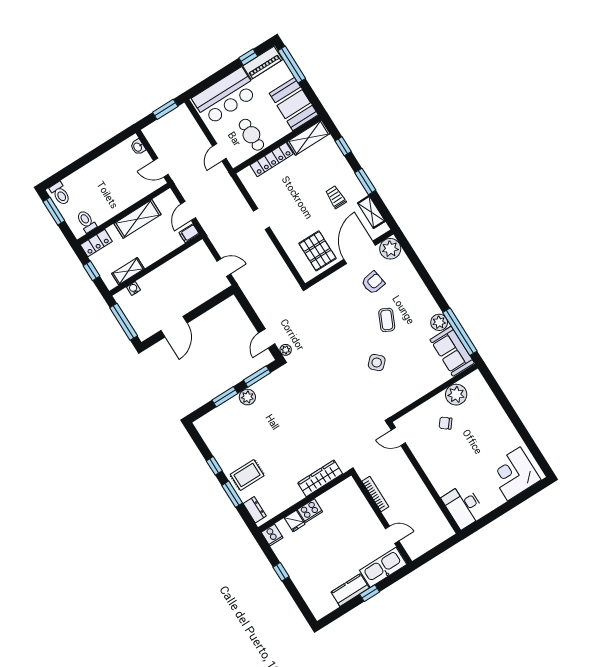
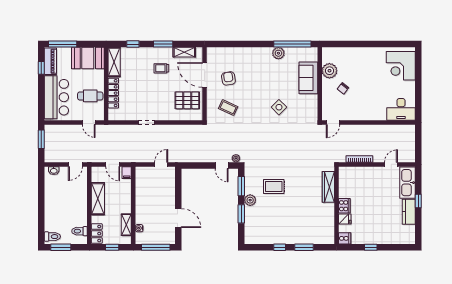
plant: (390, 249) -> (214, 55), removed
coffee table: (387, 320) -> (228, 108), moved
sofa: (452, 351) -> (308, 78), moved, turned 90
rug: (247, 475) -> (274, 187), moved, turned 90
dresser: (255, 510) -> (322, 239), removed

